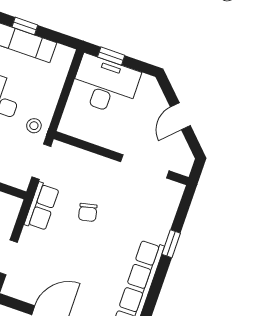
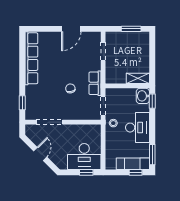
window: (171, 244) -> (22, 103), moved

